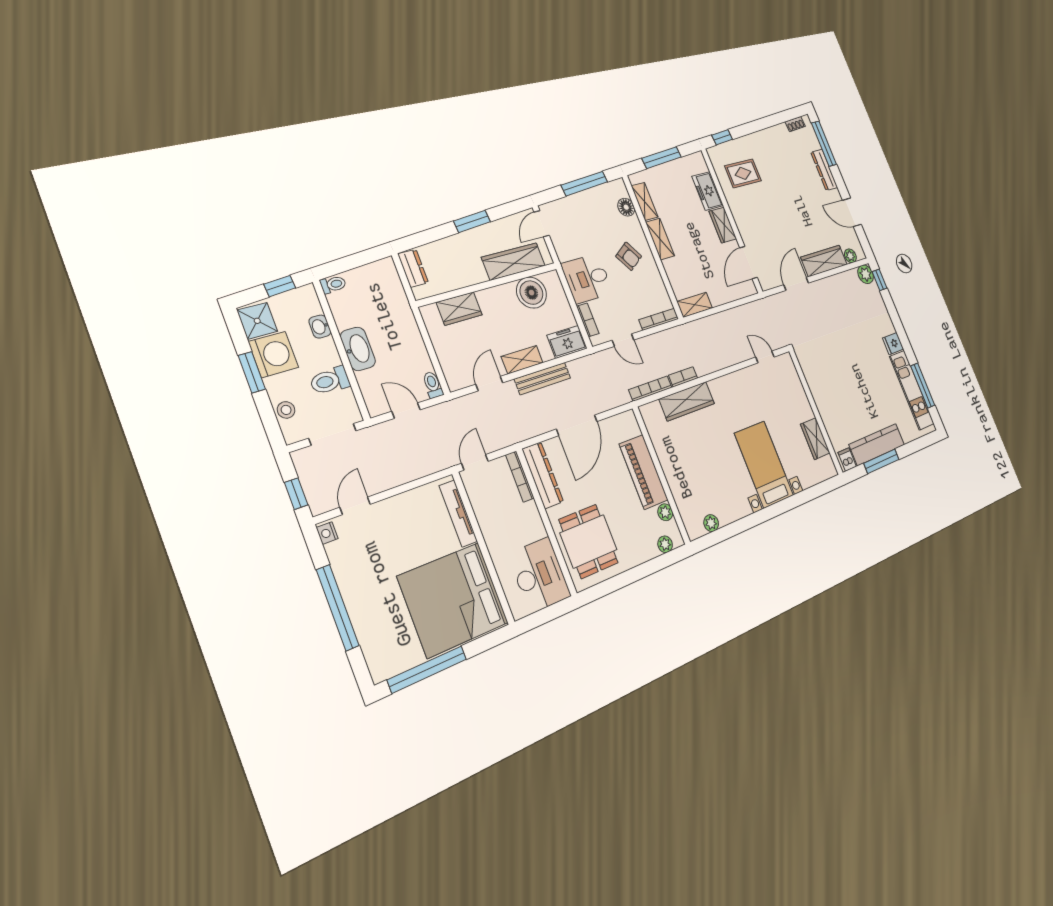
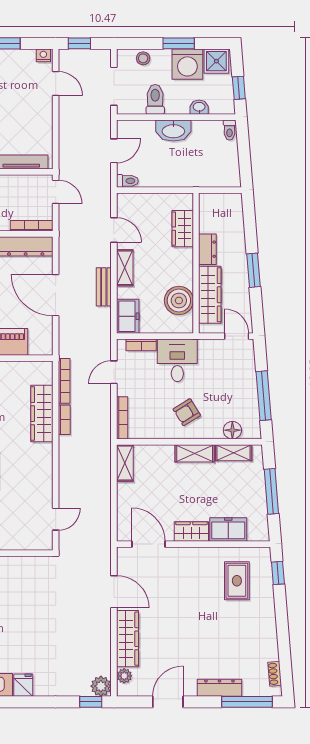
dresser: (413, 268) -> (207, 249), moved, turned -90
bench: (543, 378) -> (104, 287), width x0.73

